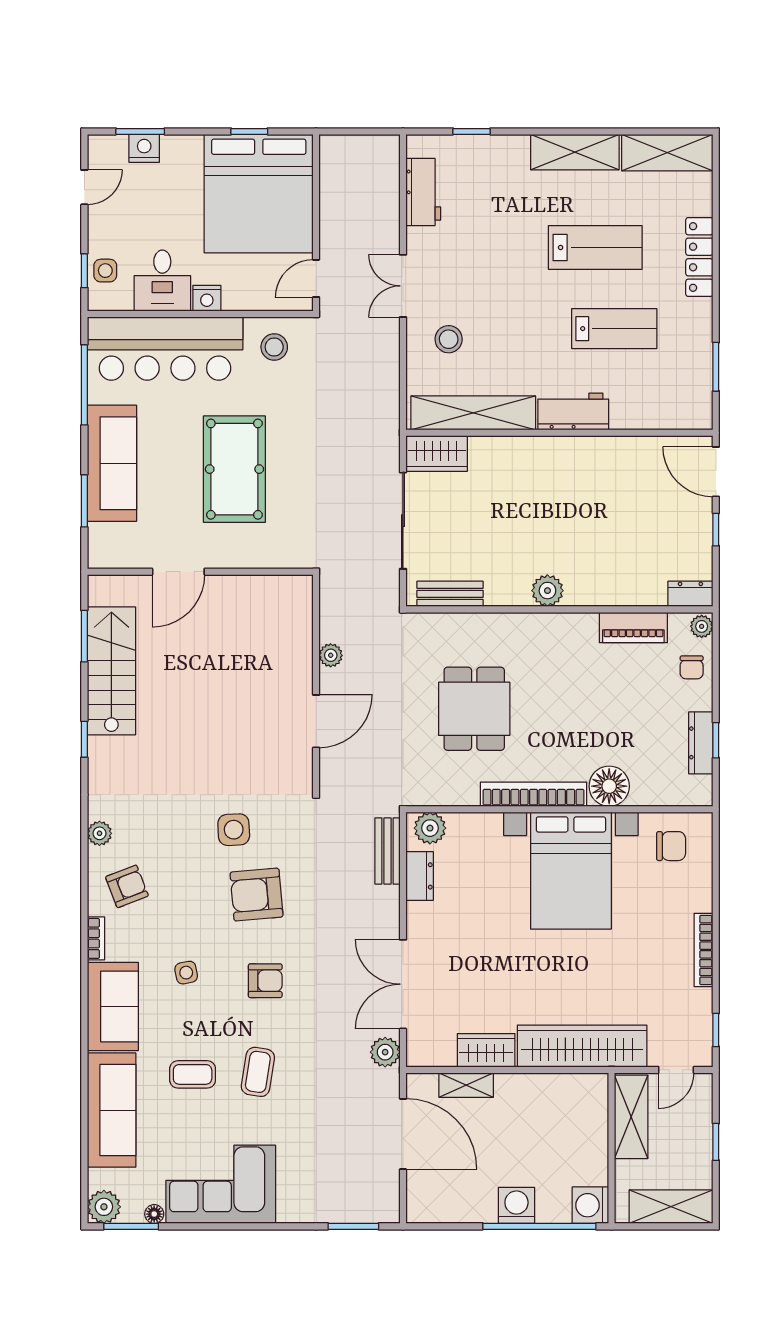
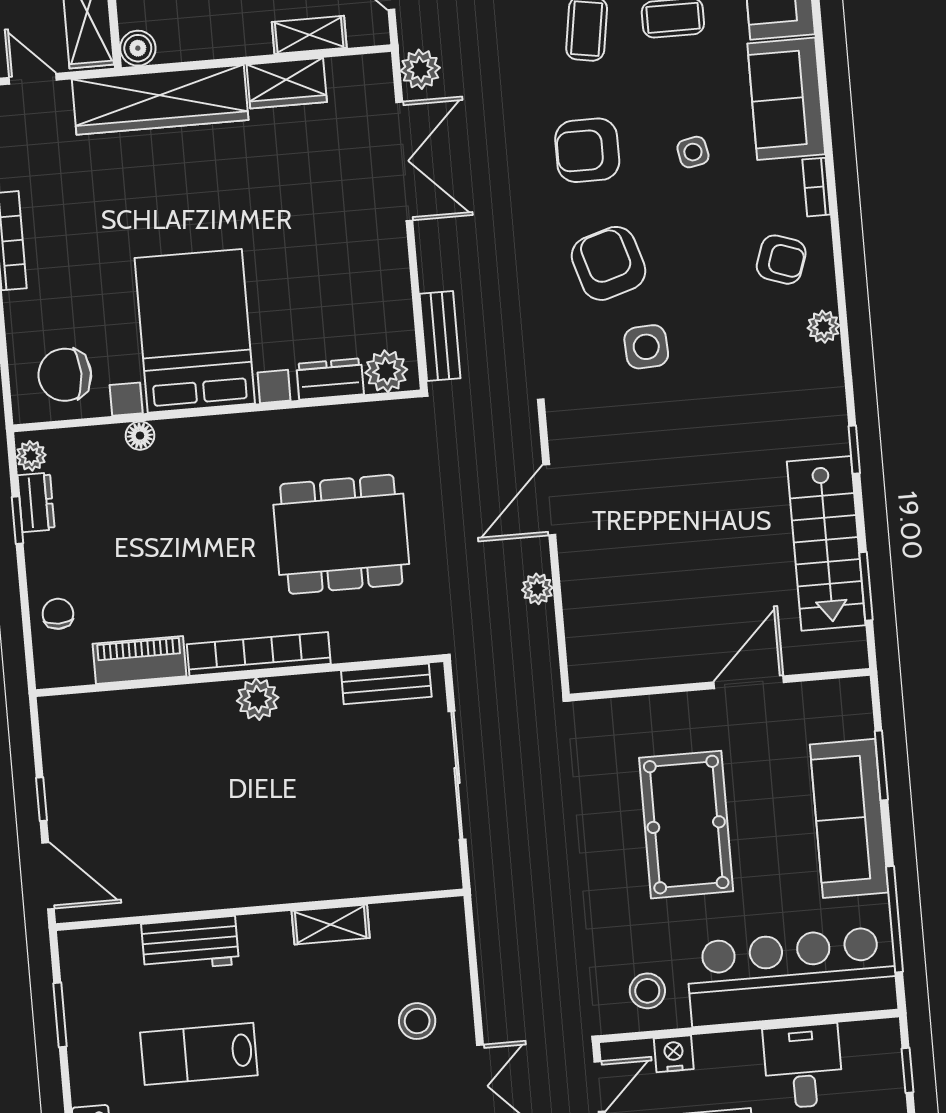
side table: (105, 271) -> (880, 1073), removed
nightstand: (207, 298) -> (674, 1054), moved
workbench: (573, 411) -> (190, 944), moved
shelving: (473, 413) -> (331, 925), width x0.45, depth x0.75
wardrobe: (437, 453) -> (420, 868), removed
dresser: (690, 594) -> (68, 711), removed
plant: (702, 626) -> (31, 456), moved
dining table: (474, 709) -> (341, 534), width x1.38
dresser: (701, 743) -> (36, 502), width x0.70
floor lamp: (609, 786) -> (140, 436), width x0.53, depth x0.53
bookcase: (533, 794) -> (259, 654), moved, turned 180
chair: (671, 846) -> (65, 375), width x1.37, depth x1.37
dresser: (420, 876) -> (330, 379), moved, turned 90
armchair: (127, 886) -> (781, 260), turned -140
armchair: (257, 895) -> (609, 263), turned -102
armchair: (265, 981) -> (587, 150), width x1.38, depth x1.38
door: (676, 1070) -> (33, 79), hinge flipped
boiler: (595, 1086) -> (138, 48), added

